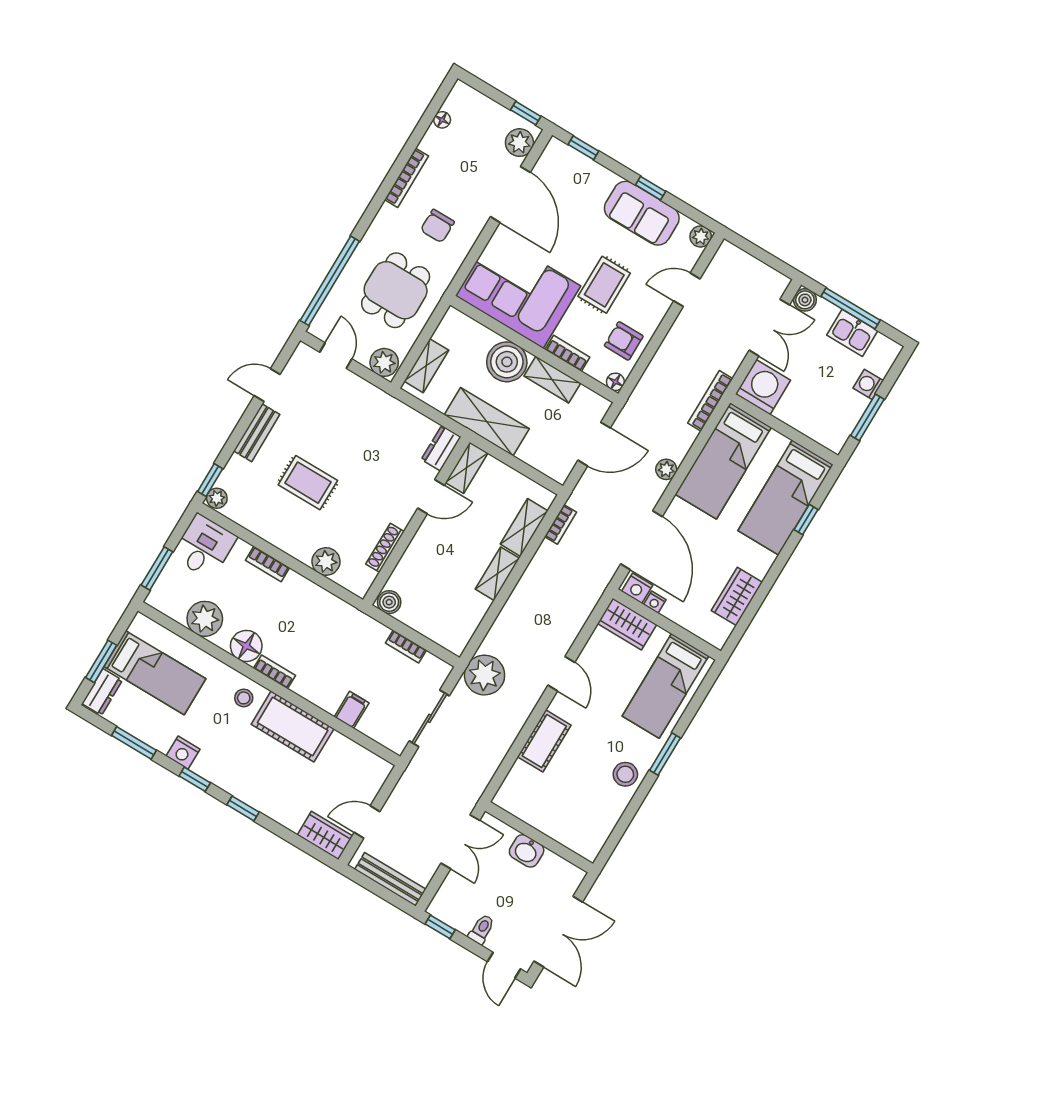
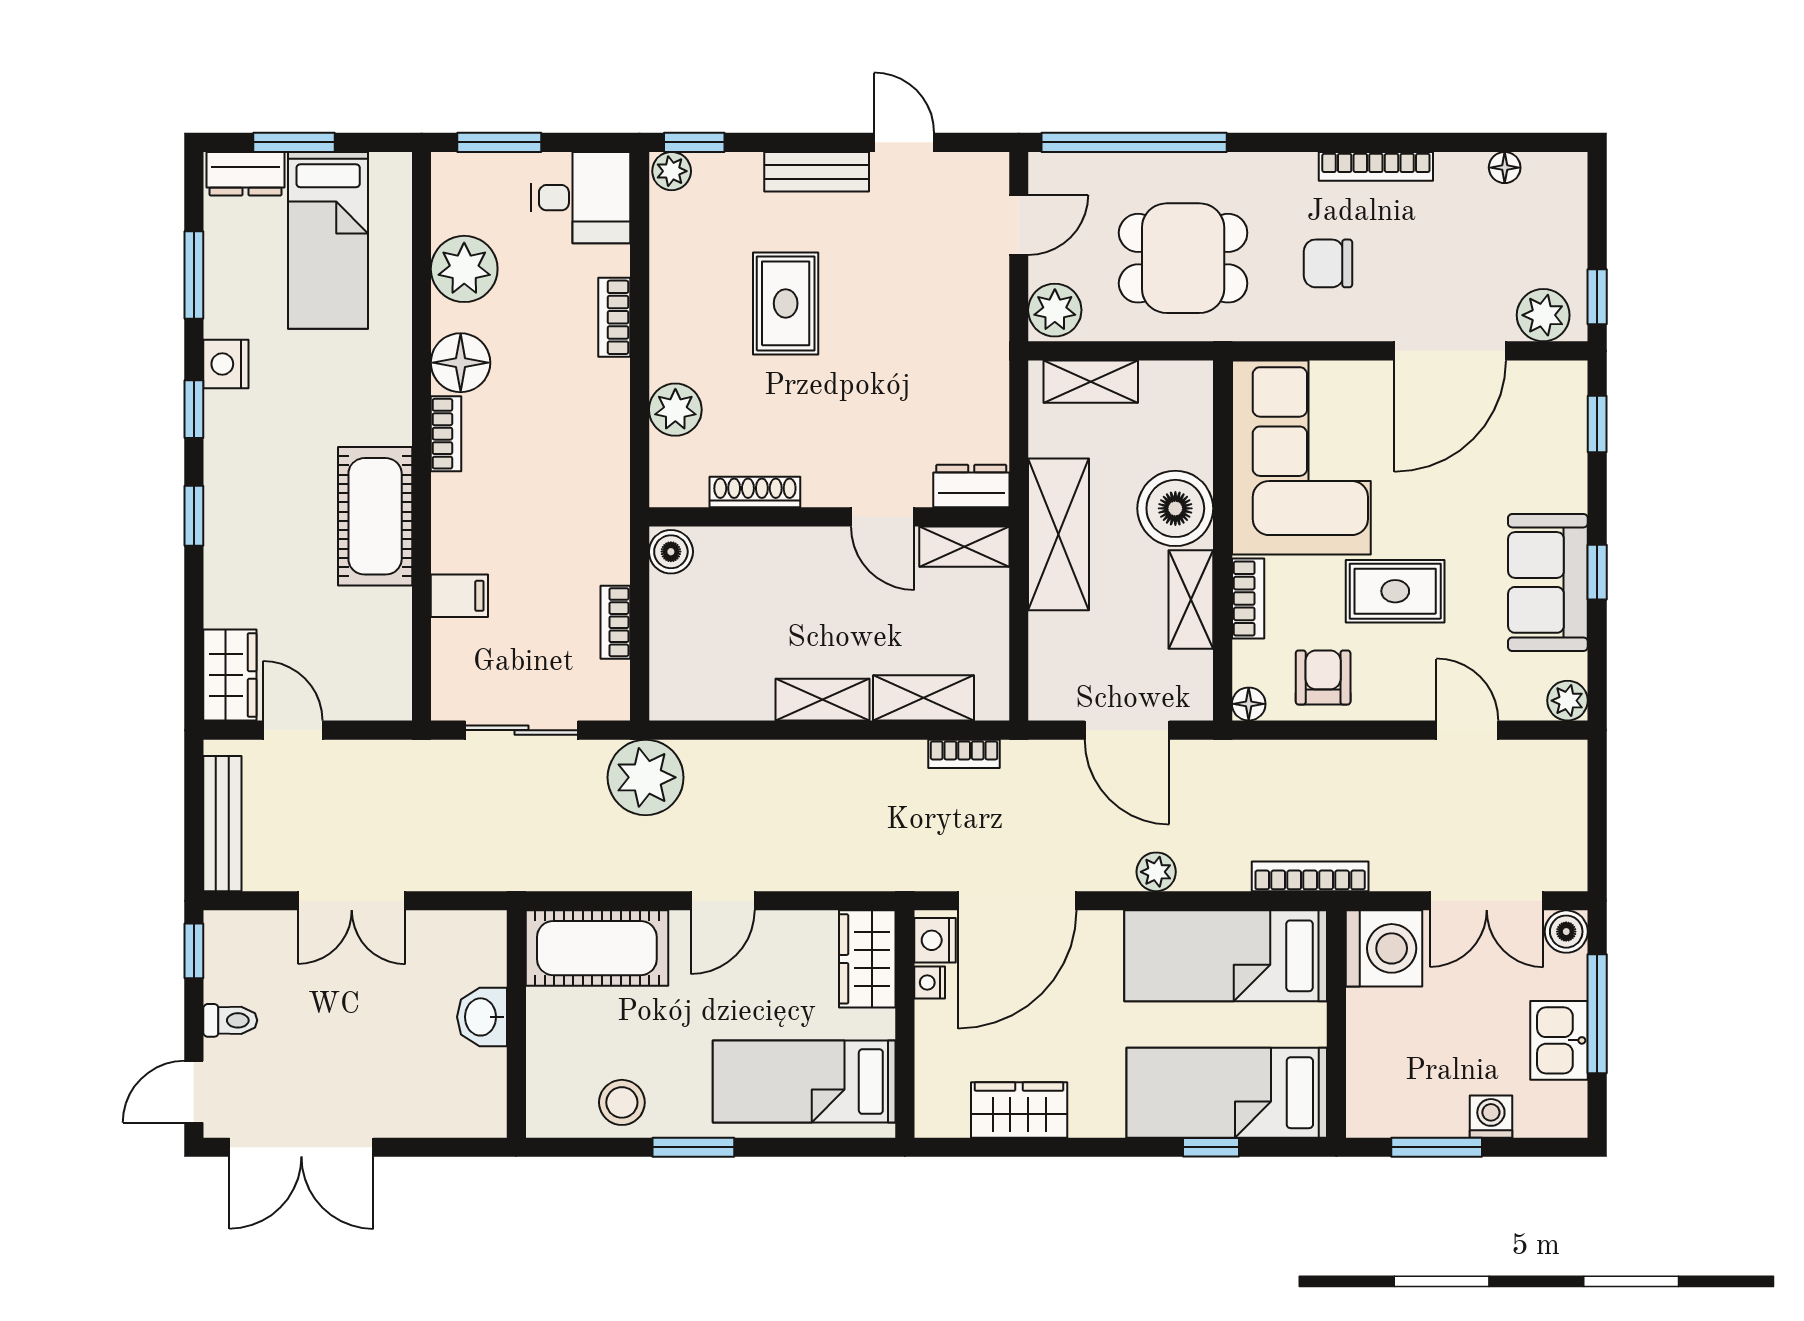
stool: (244, 698) -> (374, 409), removed
cot: (544, 741) -> (597, 948), width x1.37, depth x1.34
wall: (539, 837) -> (516, 1024), moved
washbasin: (527, 851) -> (482, 1017), moved

